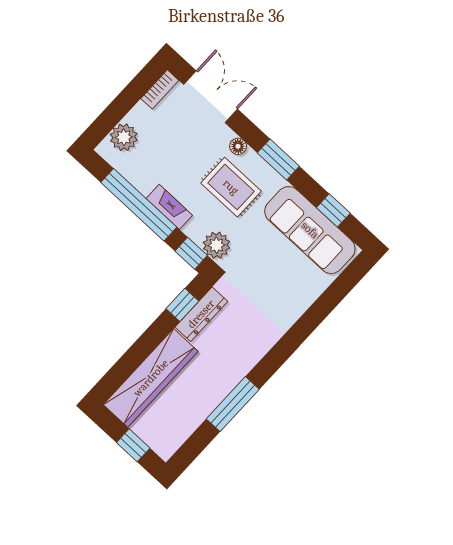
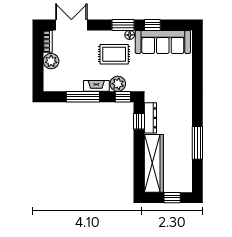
plant: (124, 137) -> (51, 61), moved
floor lamp: (238, 146) -> (130, 35), moved
window: (139, 205) -> (83, 97), width x0.68
window: (333, 210) -> (152, 25), moved
plant: (216, 245) -> (118, 84), moved

